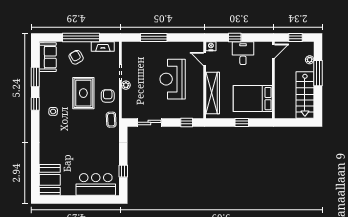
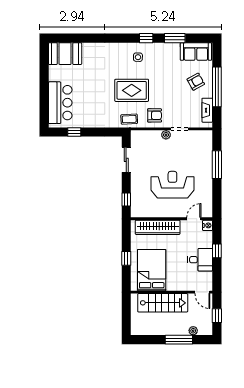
rug: (83, 93) -> (132, 90), moved
stairs: (305, 95) -> (163, 303), moved, turned 180

